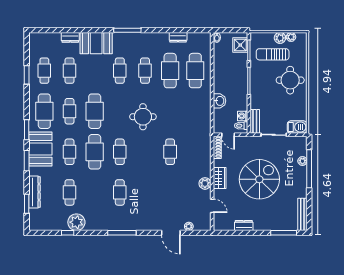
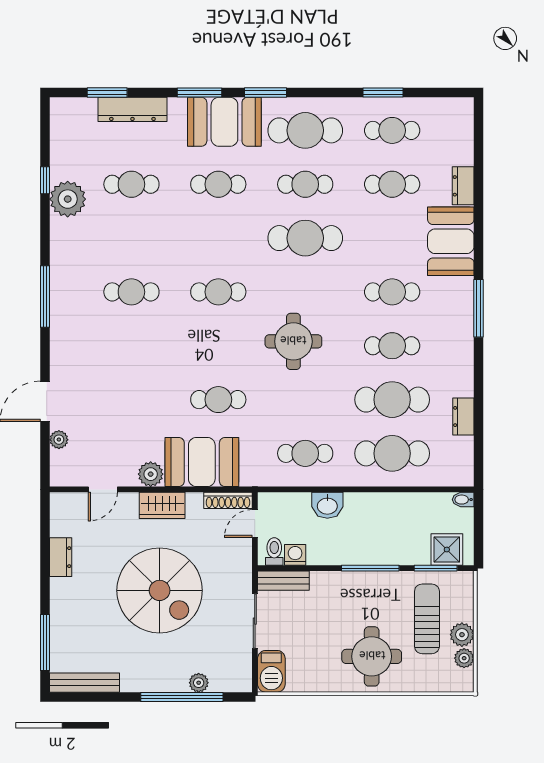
cafe table: (95, 152) -> (305, 453), moved, width x0.73, depth x0.74
booth: (199, 160) -> (202, 462), added

